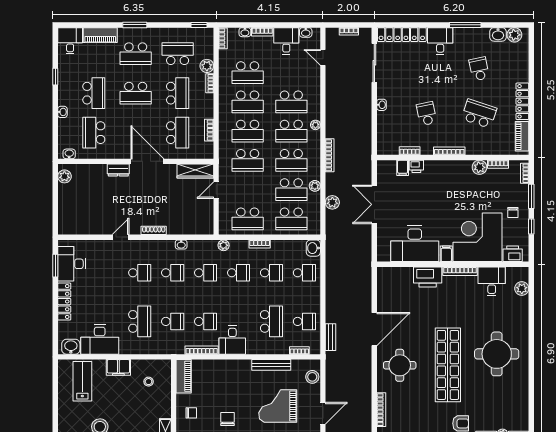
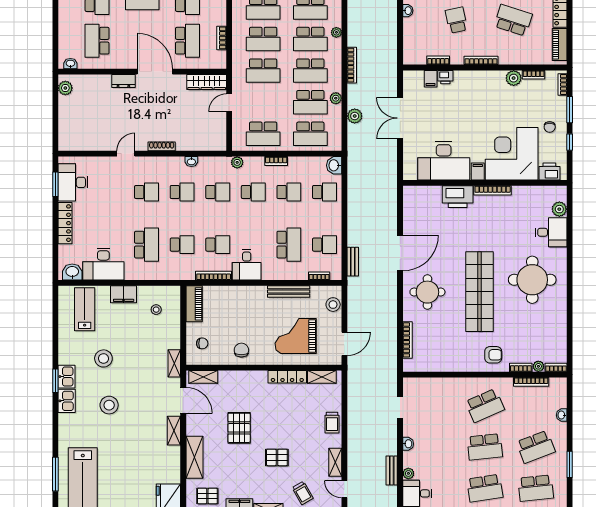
washbasin: (62, 112) -> (63, 18), removed
desk: (492, 281) -> (551, 232), moved, turned 90

